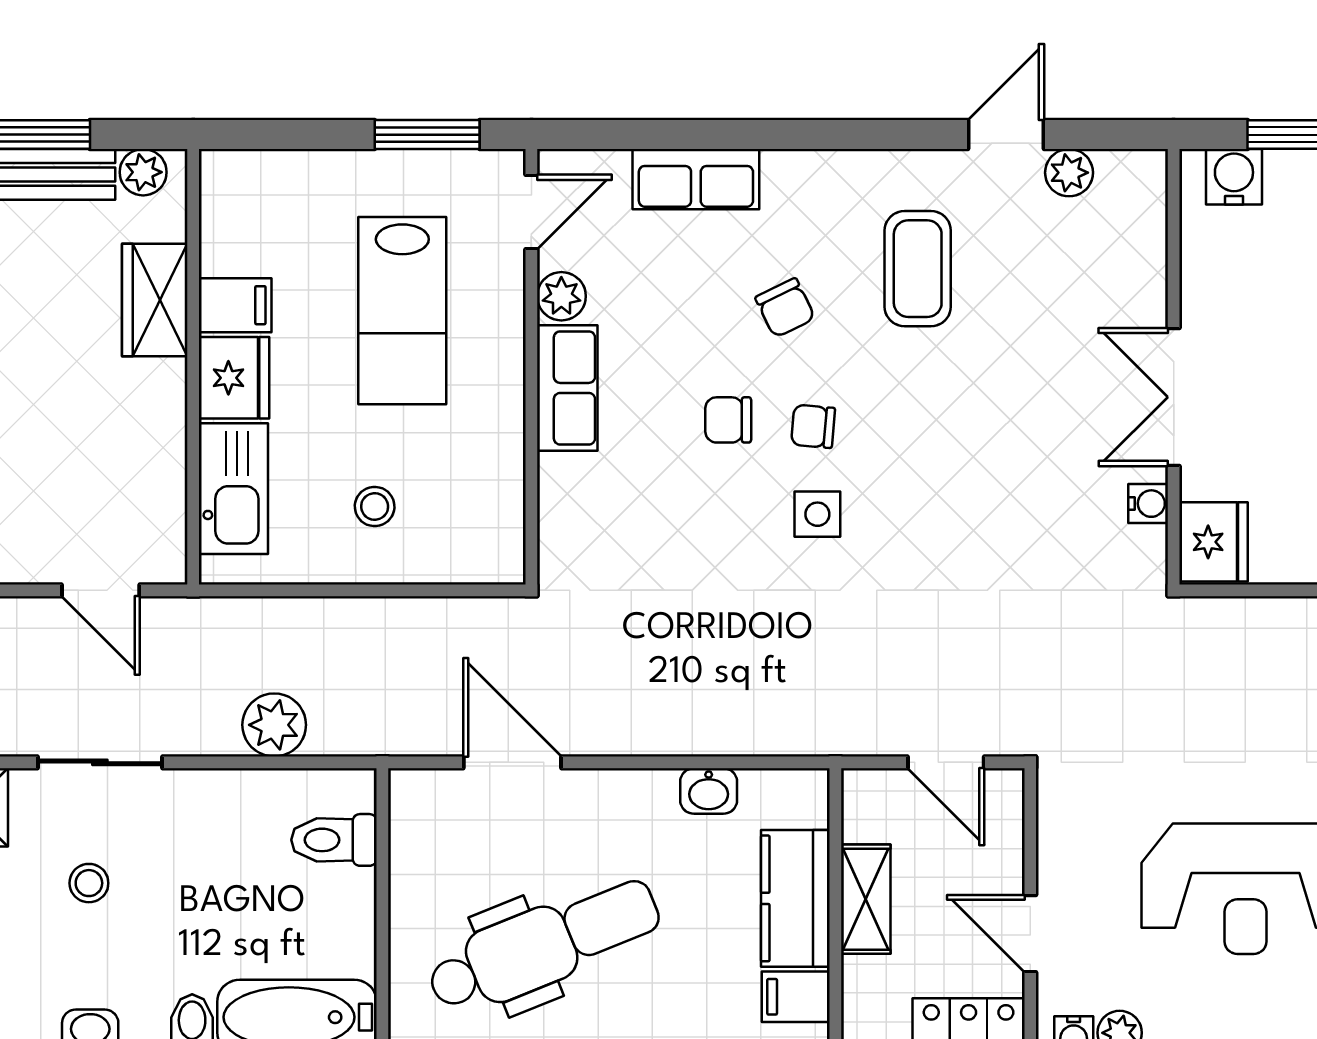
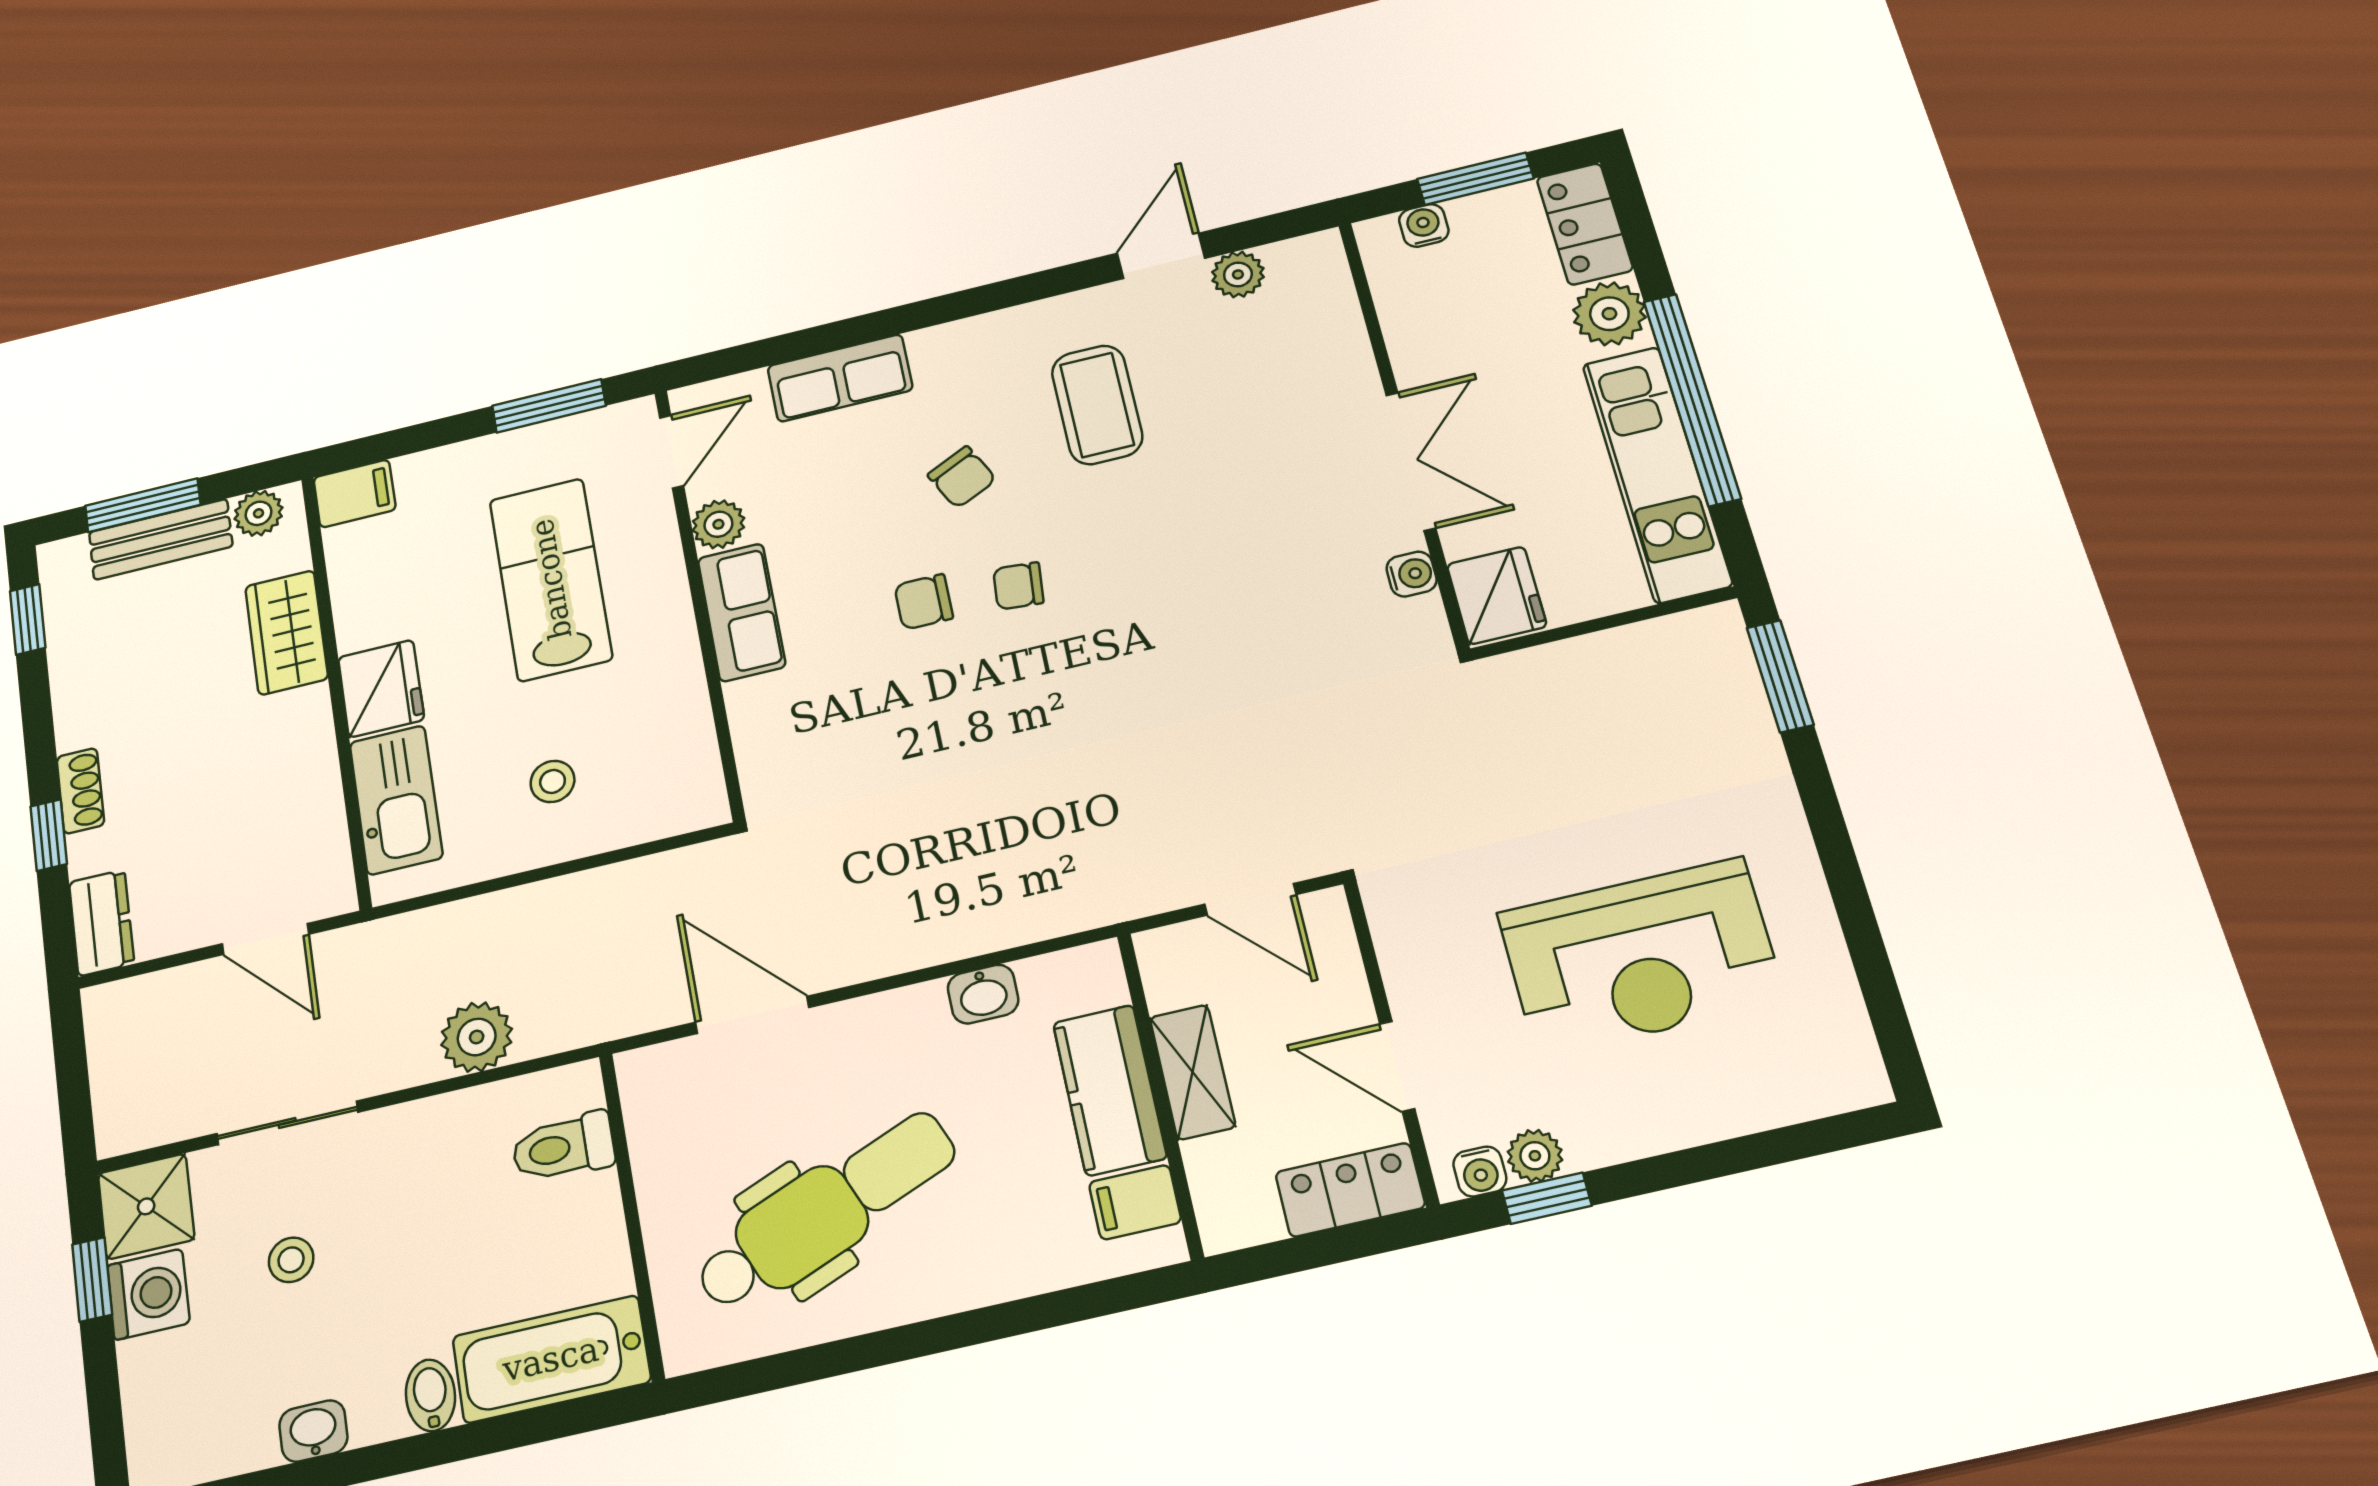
water cooler: (1234, 177) -> (1424, 225), width x0.72, depth x0.72
filing cabinet: (235, 305) -> (355, 494), moved
lab bench: (402, 311) -> (551, 579), turned 180
double door: (1174, 397) -> (1411, 461), swing flipped
side table: (817, 514) -> (1043, 673), removed

